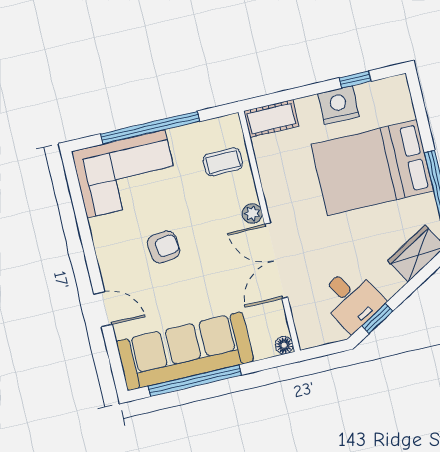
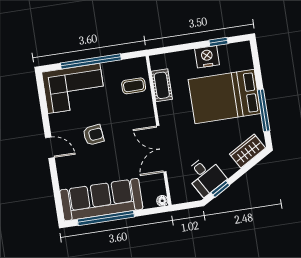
cot: (271, 119) -> (162, 85), moved, turned 90
plant: (252, 214) -> (149, 119), removed
door: (103, 309) -> (50, 148), moved

